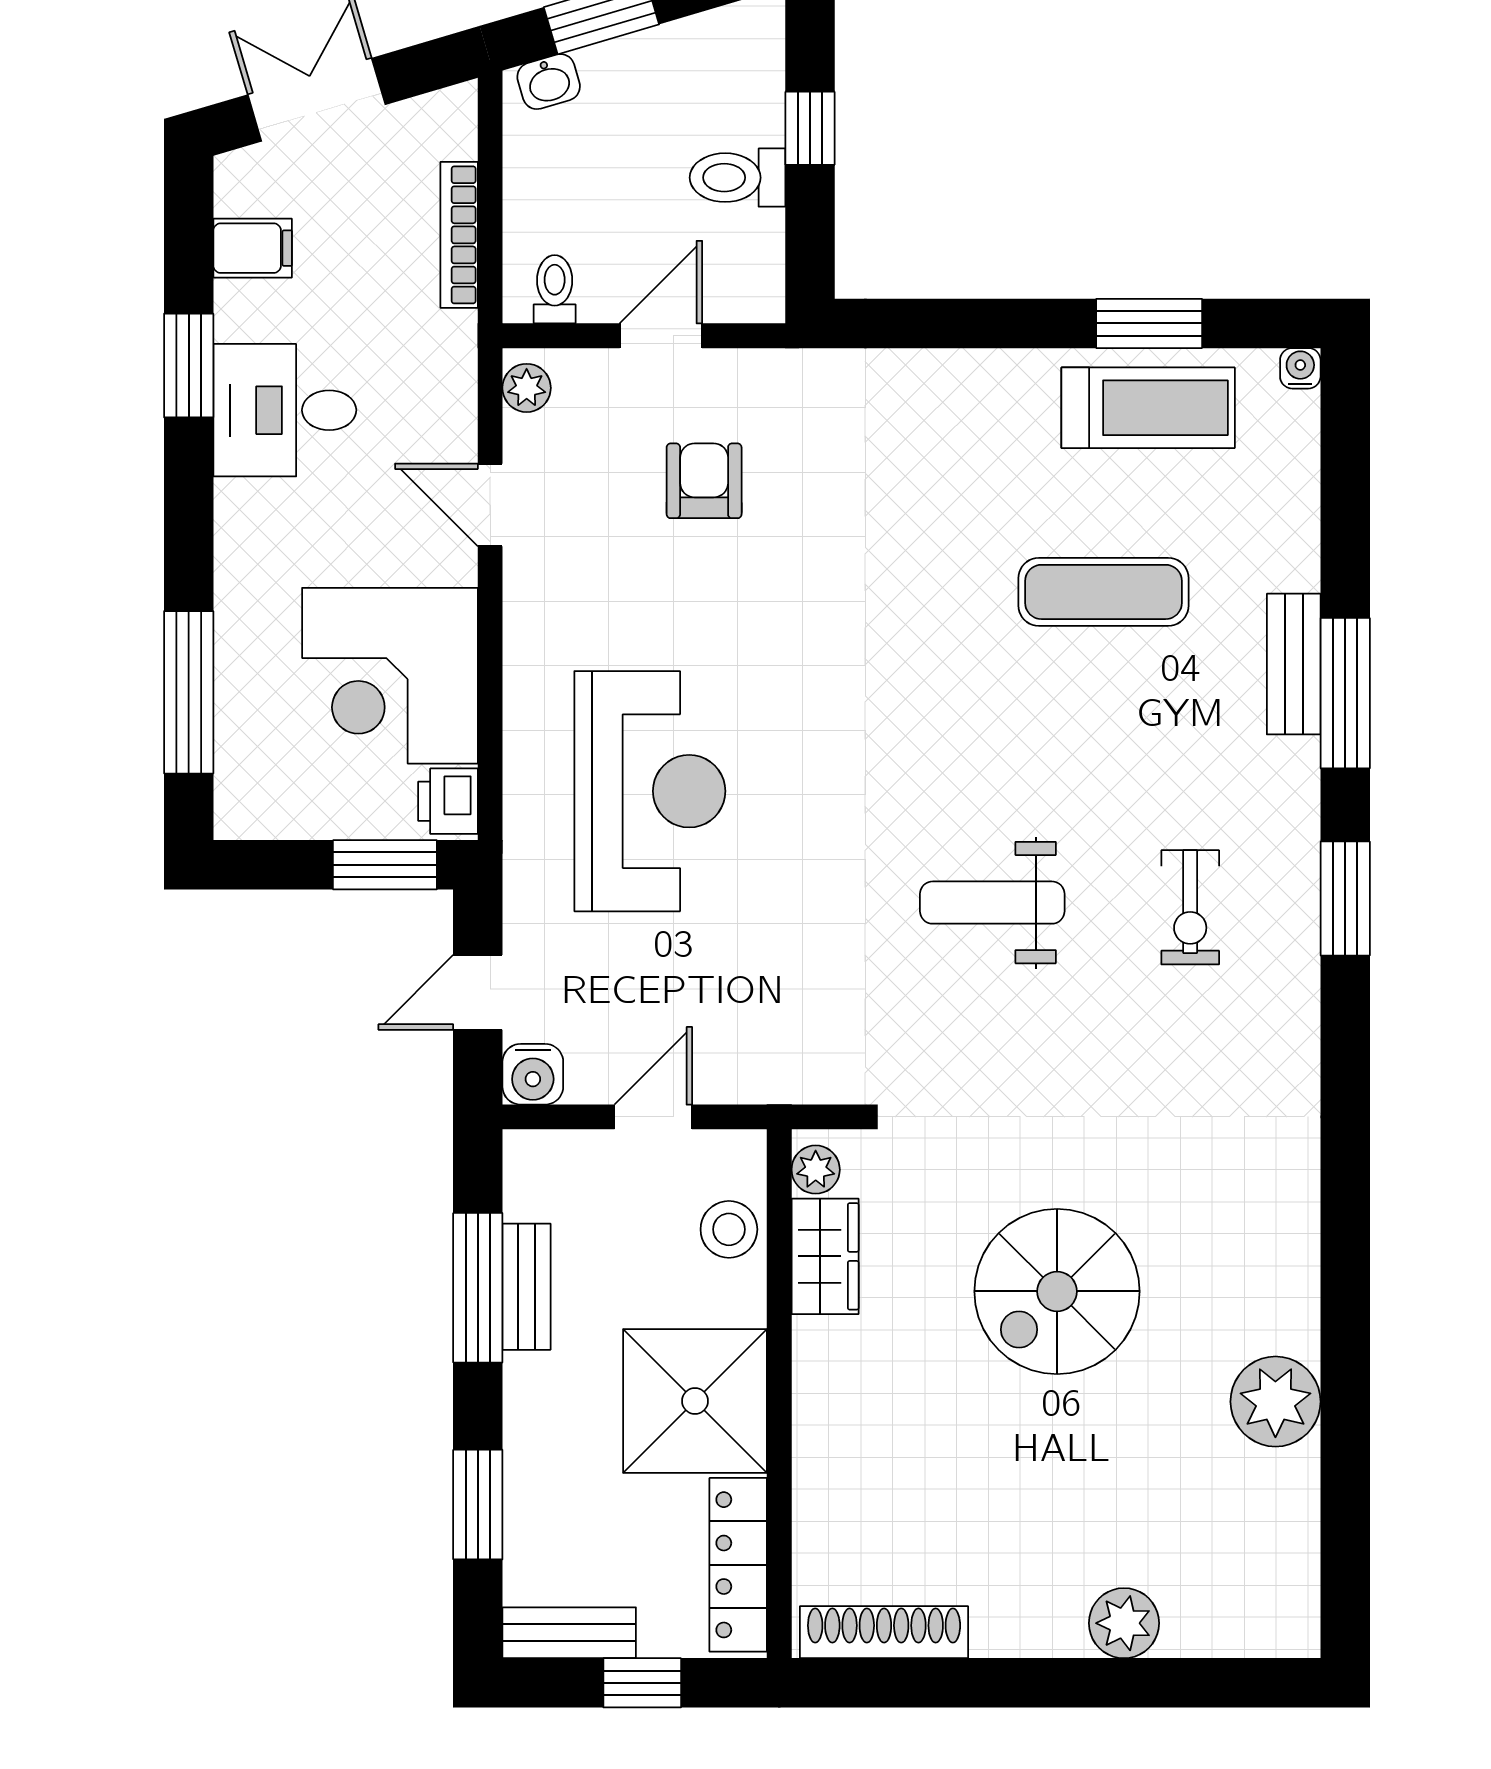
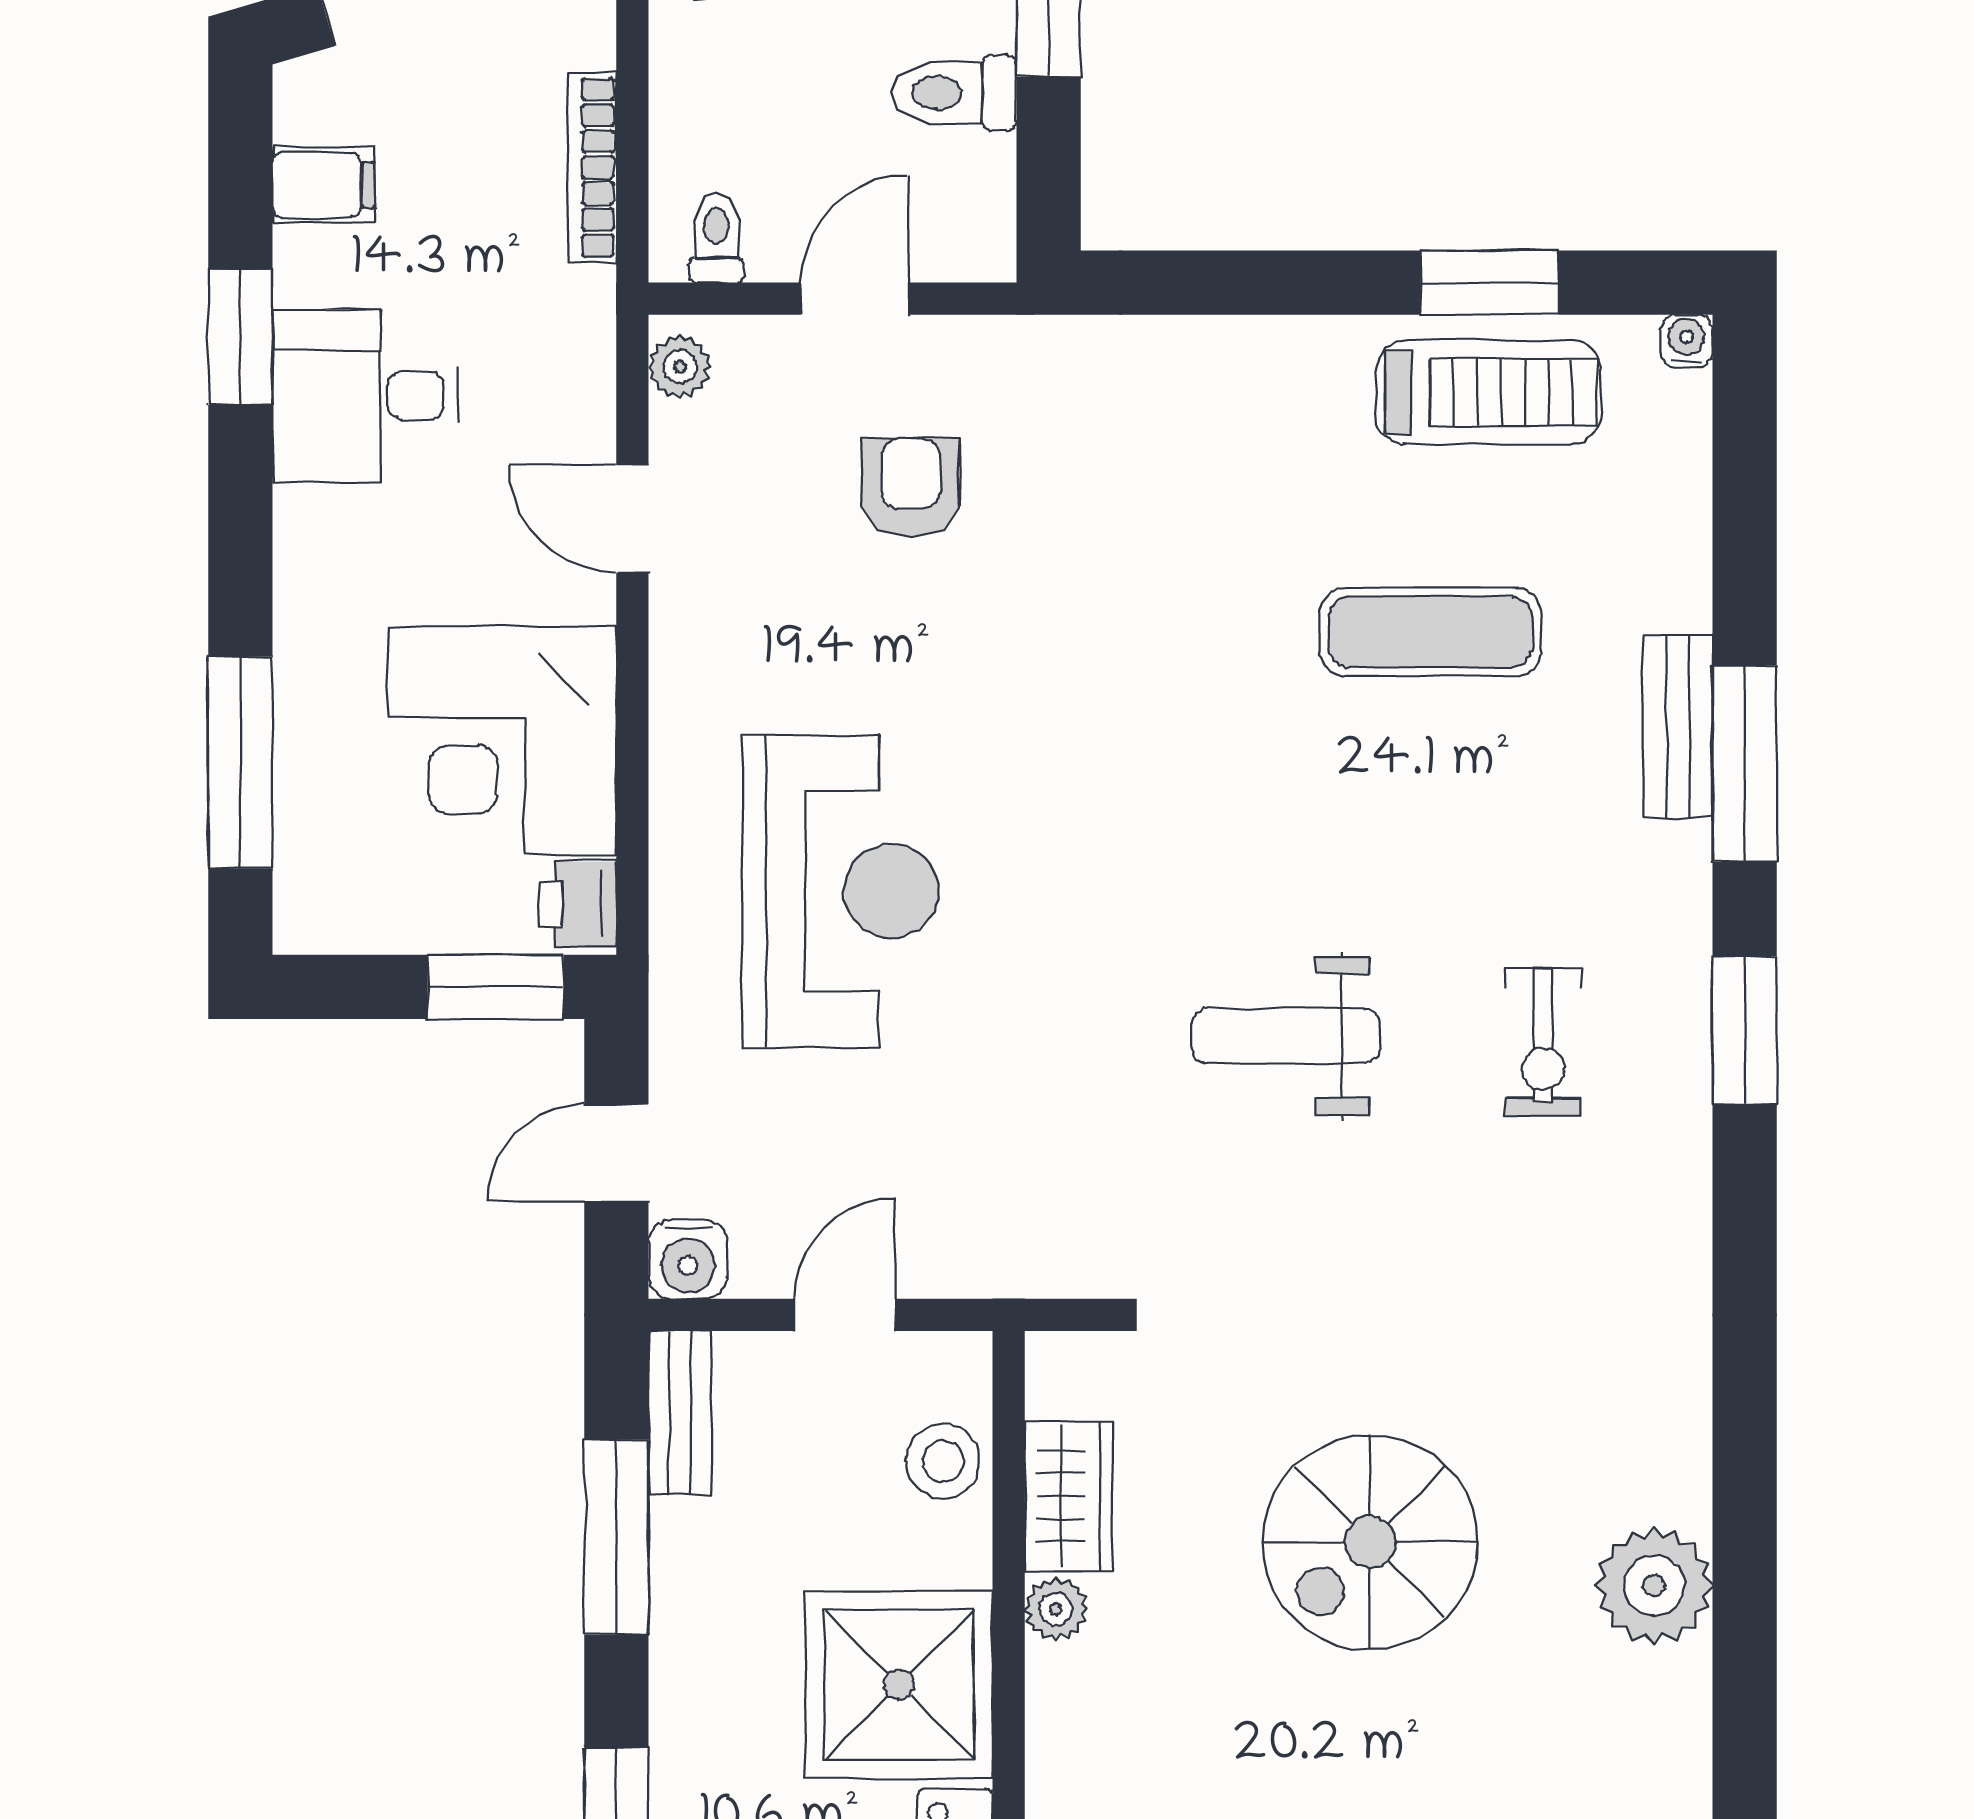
plant: (816, 1170) -> (1056, 1609), moved
bench: (527, 1287) -> (680, 1413), moved
plant: (1275, 1402) -> (1654, 1586), moved

